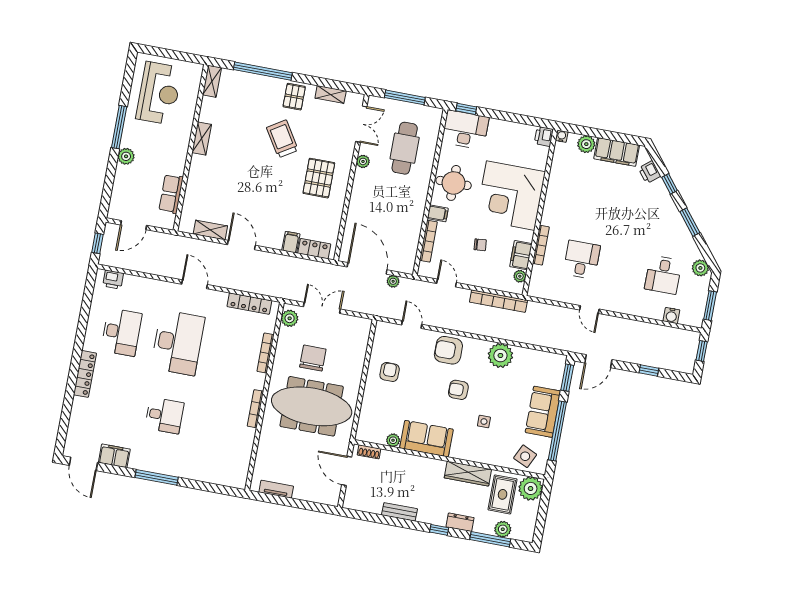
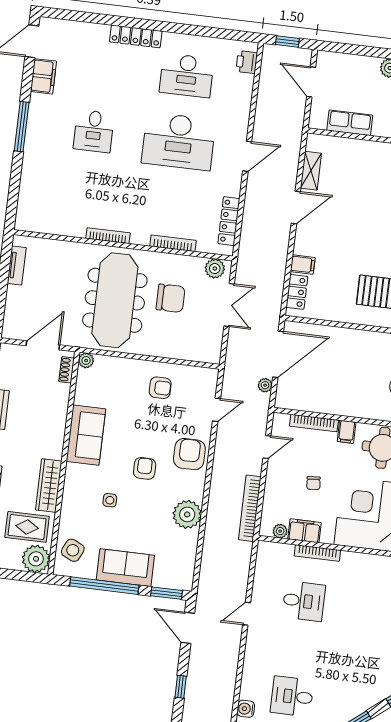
plant: (393, 440) -> (86, 360), moved

